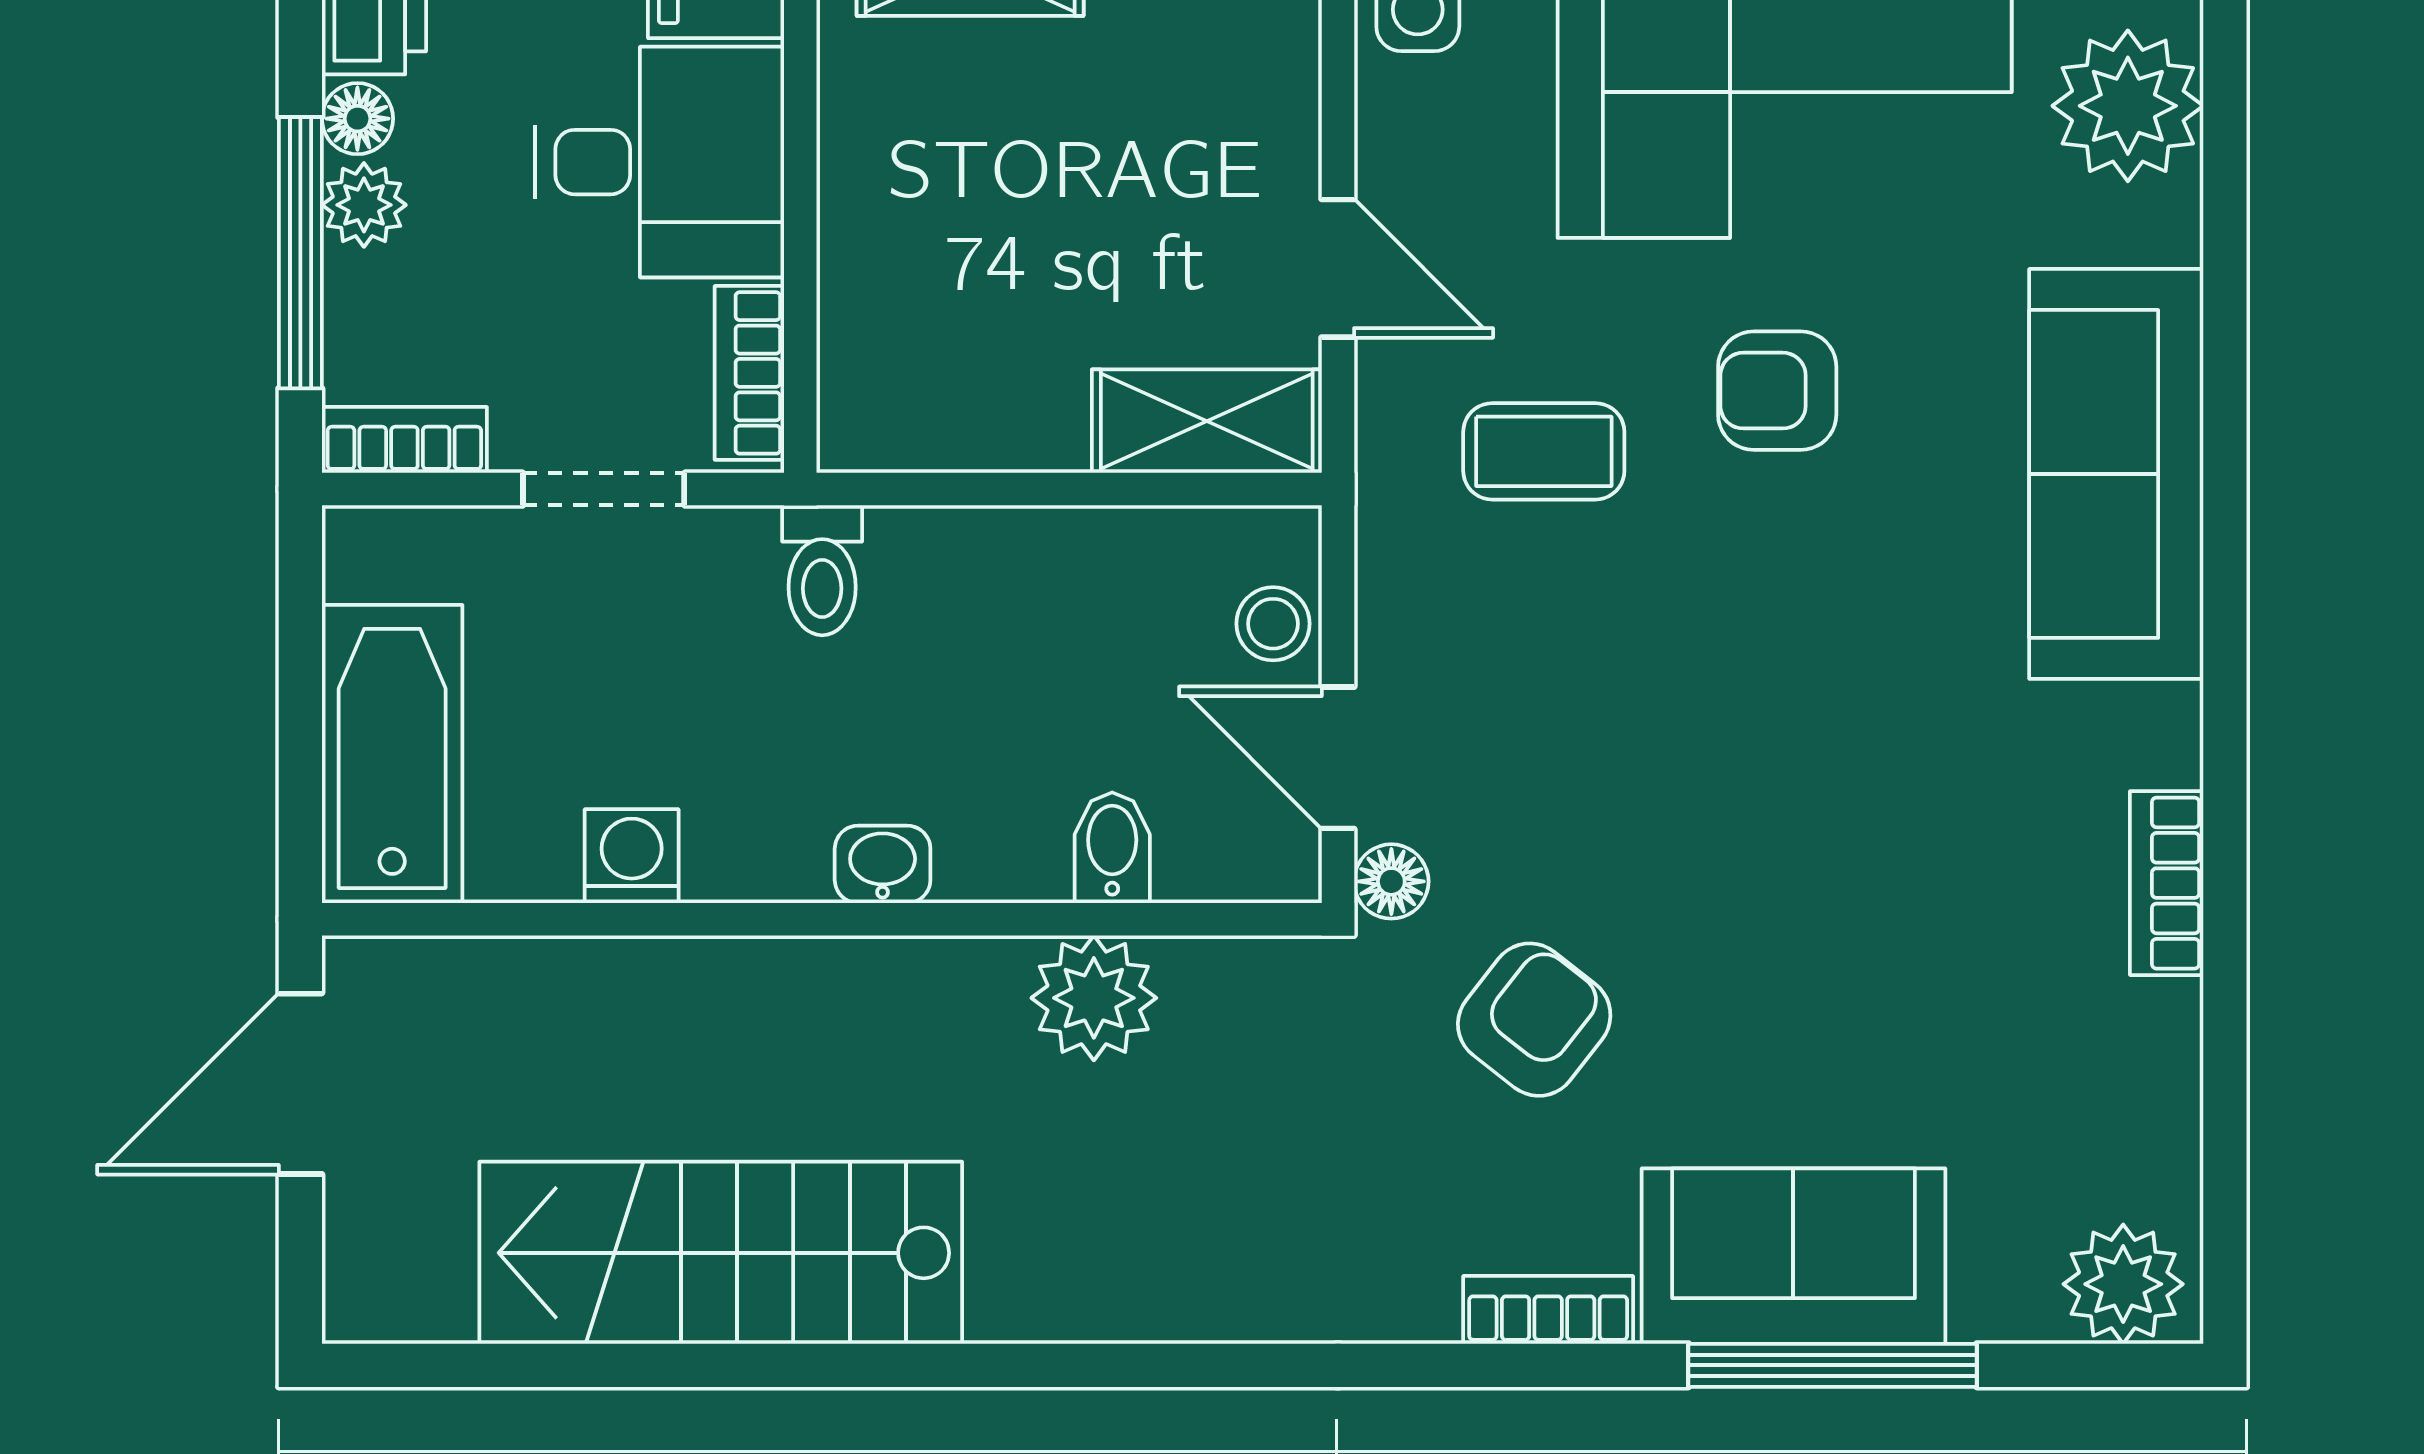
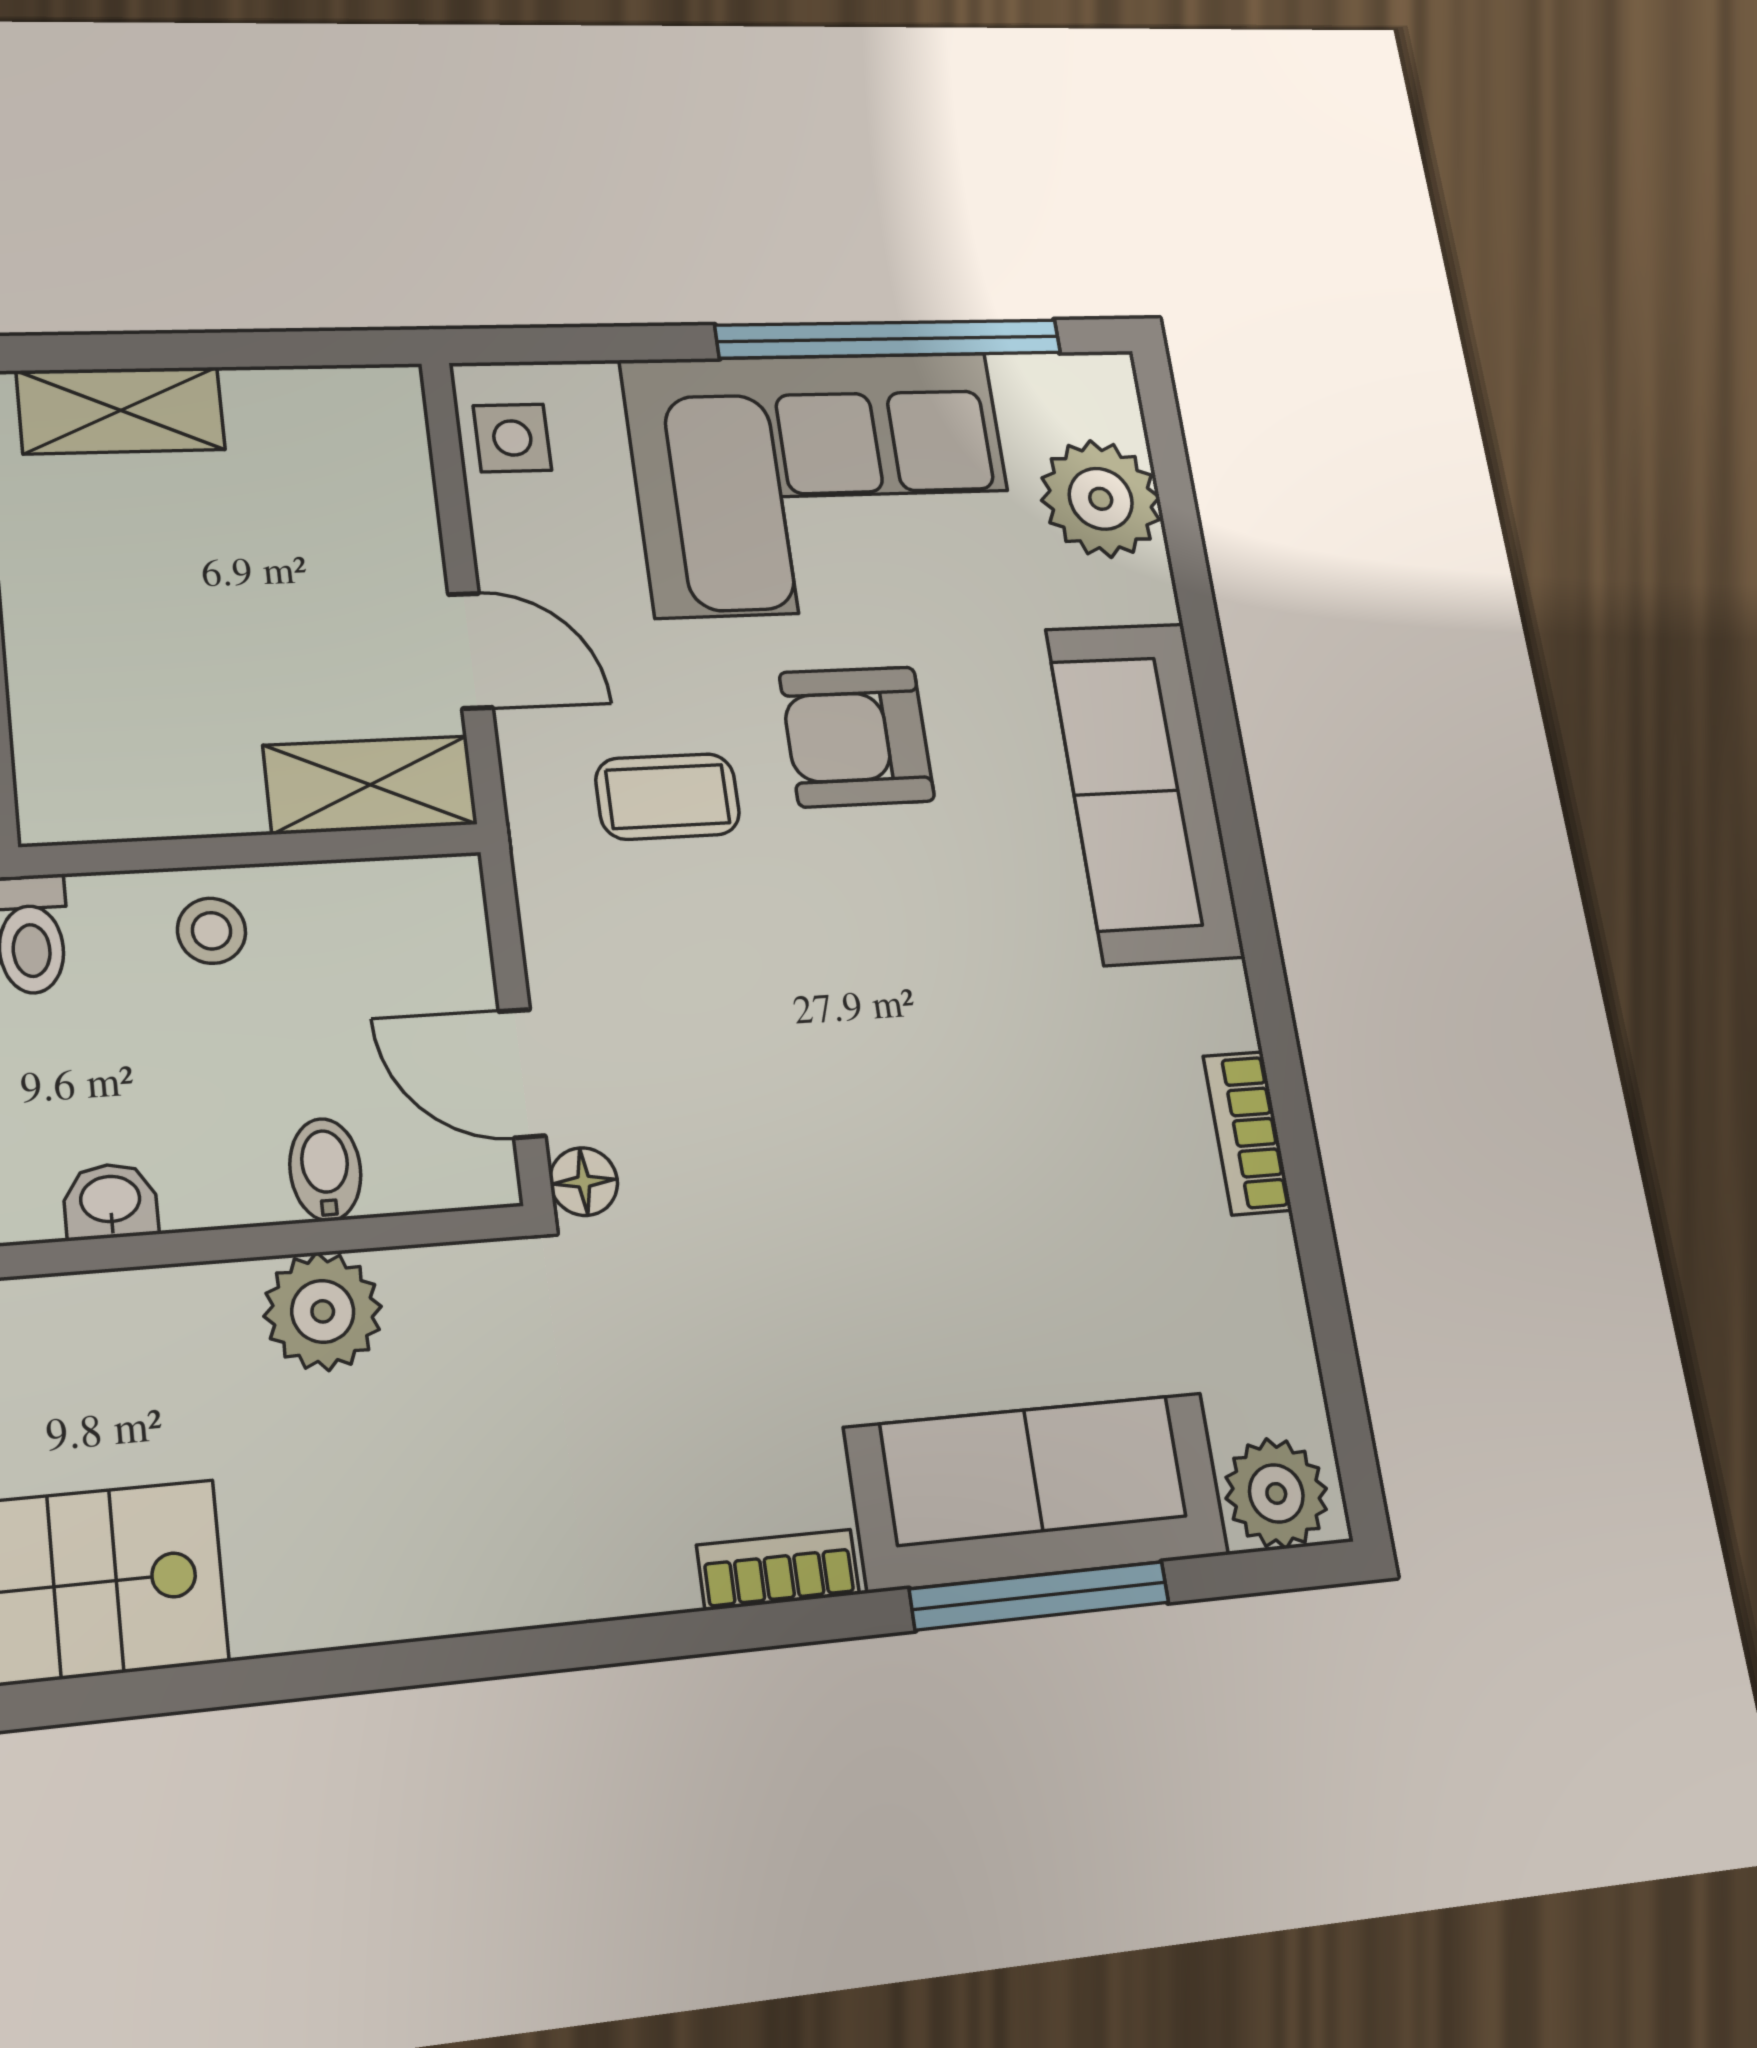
armchair: (1777, 391) -> (857, 737), width x1.38, depth x1.38
stool: (1273, 624) -> (212, 931), moved
armchair: (1534, 1020) -> (728, 1298), removed
sofa: (1793, 1256) -> (1037, 1491), width x1.36

